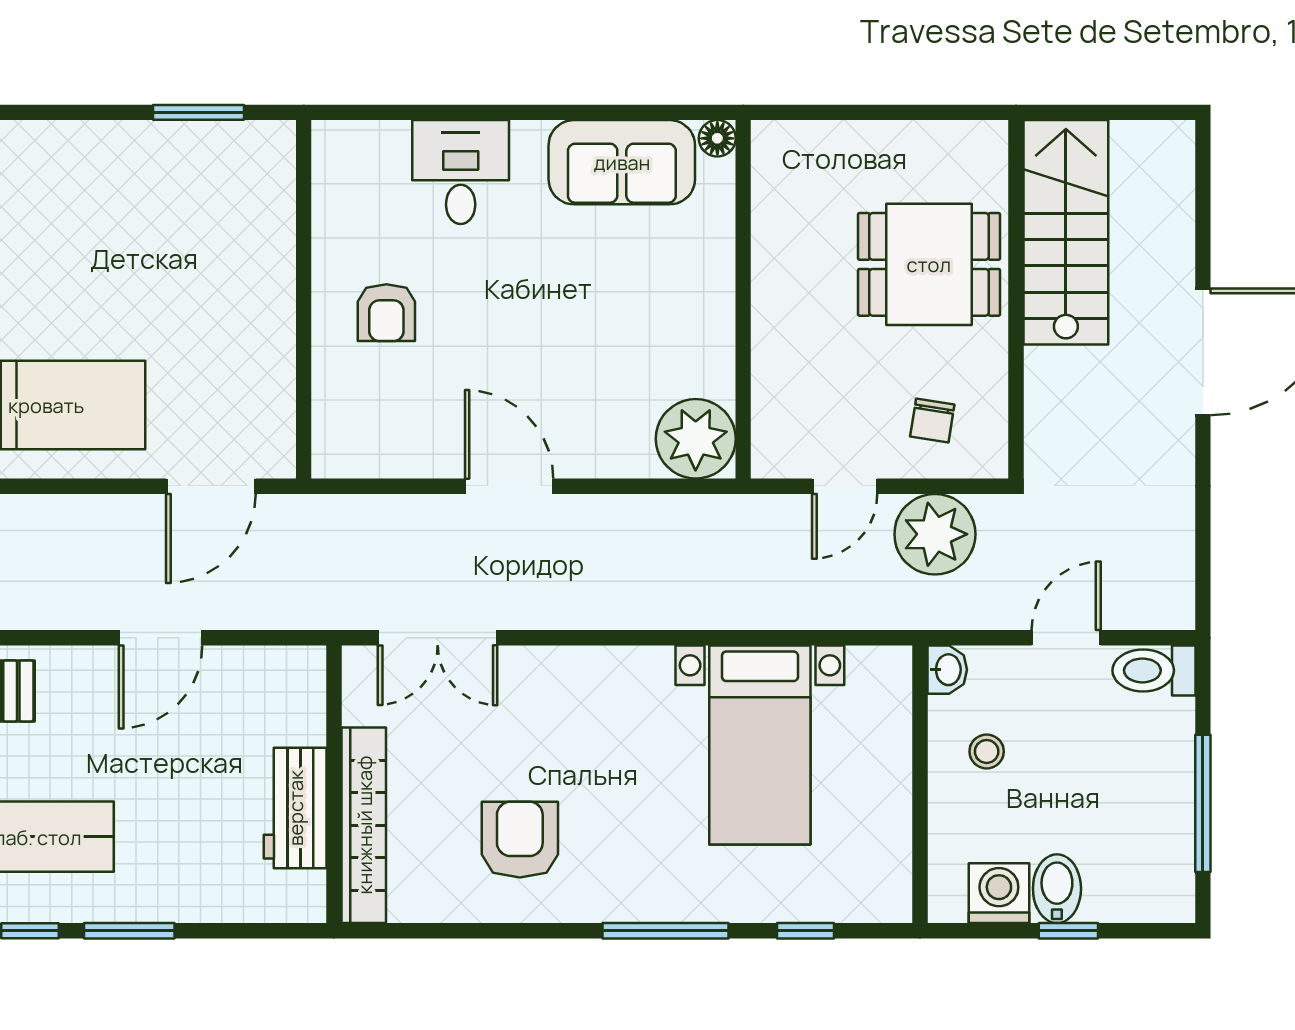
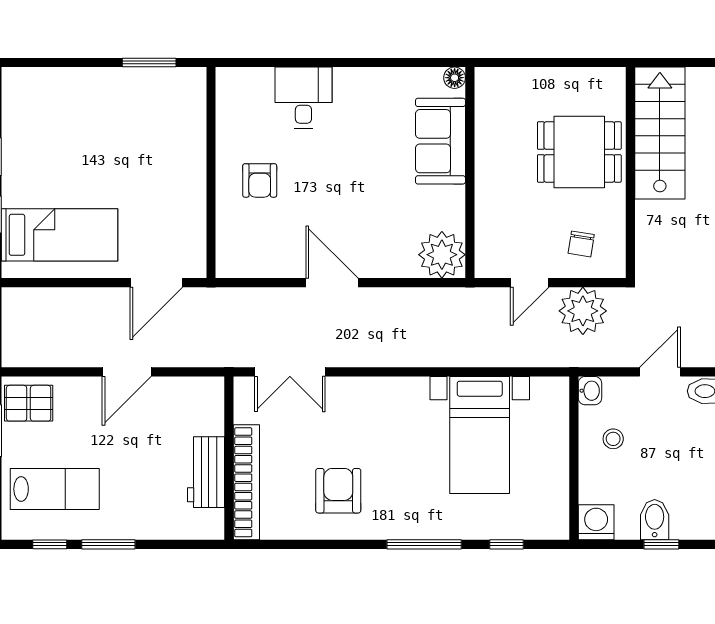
sofa: (622, 162) -> (440, 141), moved, turned 90
washing machine: (999, 893) -> (596, 522), moved

